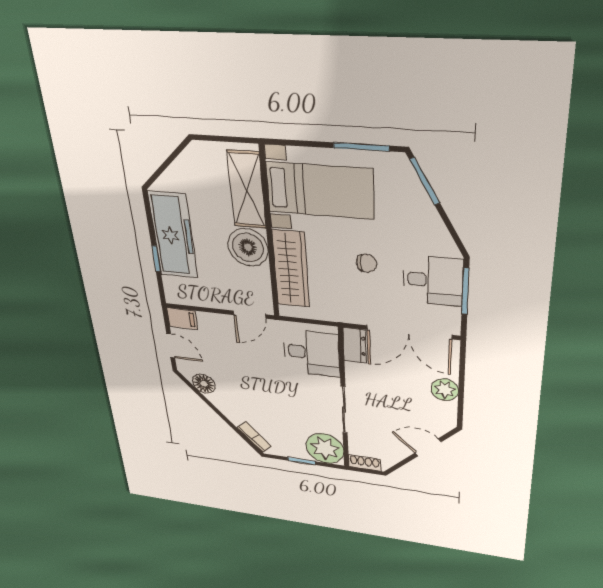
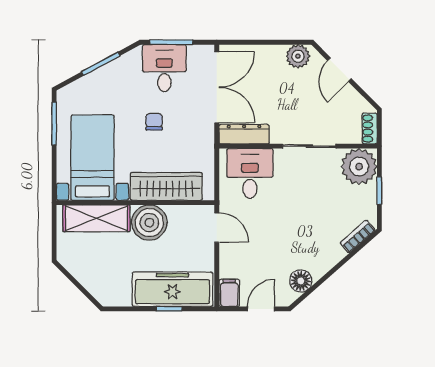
window: (425, 181) -> (101, 64), moved
freezer: (173, 235) -> (172, 289), moved
dresser: (355, 345) -> (244, 134), width x1.44
plant: (445, 390) -> (298, 56), moved

